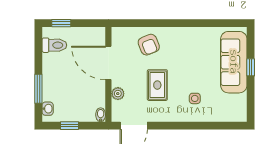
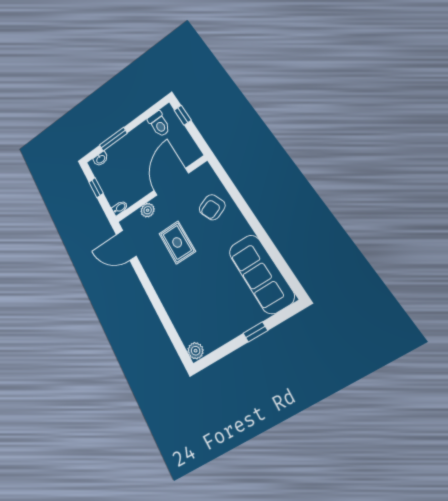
sofa: (234, 62) -> (261, 274), moved, turned -90
rug: (157, 85) -> (177, 242), turned 90
side table: (195, 98) -> (186, 290), removed
plant: (240, 115) -> (196, 351), added

